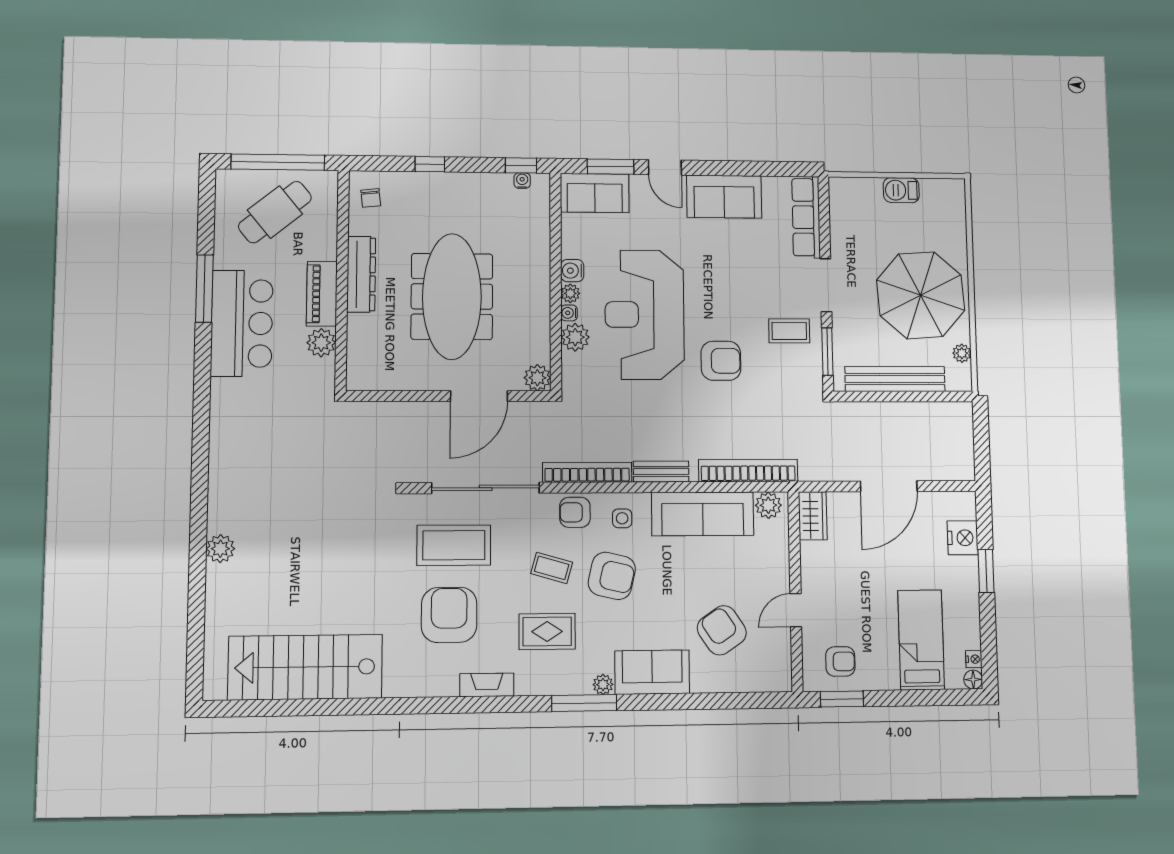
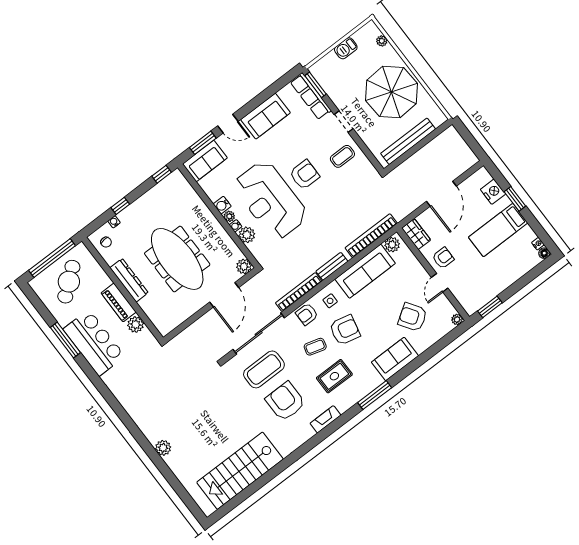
water cooler: (522, 181) -> (114, 222), moved
doorway: (826, 285) -> (344, 122), width x0.73
window: (827, 352) -> (316, 85), moved
plant: (962, 353) -> (382, 41), moved
armchair: (721, 361) -> (305, 175), moved
bed: (921, 640) -> (498, 230), moved, turned -90
armchair: (840, 661) -> (443, 258), moved
plant: (603, 684) -> (457, 319), moved

